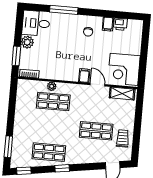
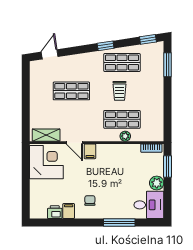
trolley: (123, 138) -> (119, 91), moved

